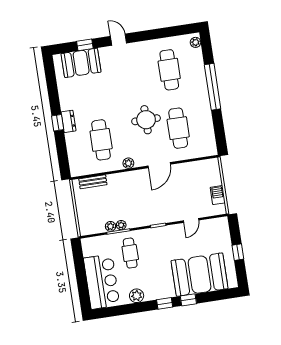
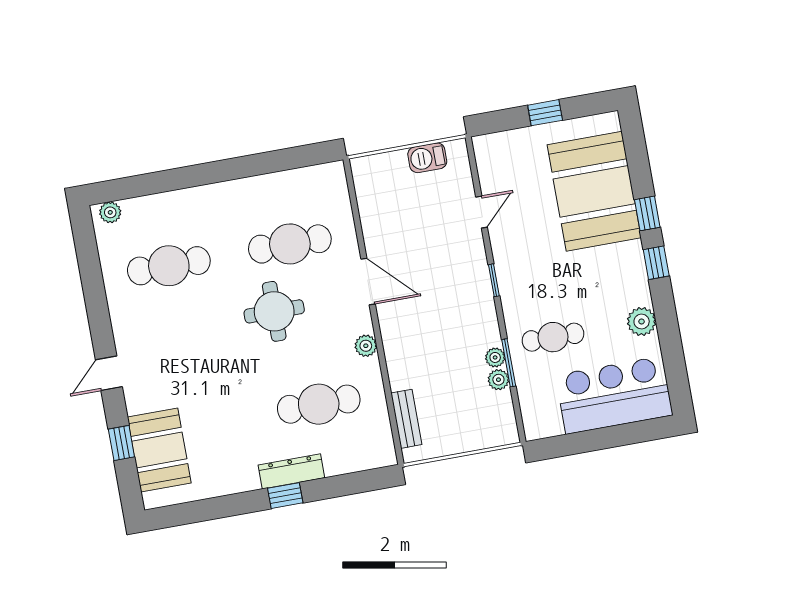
window: (213, 87) -> (202, 174), removed
dresser: (68, 121) -> (291, 471), width x1.44
door: (191, 220) -> (482, 212), hinge flipped

